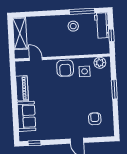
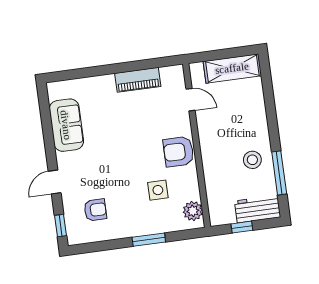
door: (36, 59) -> (190, 100), hinge flipped
side table: (85, 71) -> (158, 190), moved
sofa: (26, 116) -> (66, 125), moved, turned -90
window: (34, 143) -> (61, 226), moved

